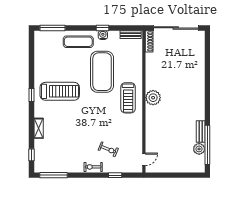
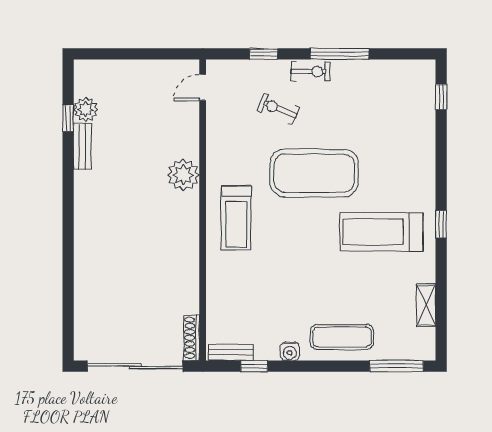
window: (103, 28) -> (254, 366), moved
exercise mat: (102, 72) -> (314, 173), moved, turned 90
treadmill: (128, 98) -> (236, 218), turned 180
plant: (153, 98) -> (183, 175), moved
shelving: (39, 128) -> (426, 305), moved
window: (207, 145) -> (68, 118), width x0.32
window: (53, 175) -> (339, 54), moved

